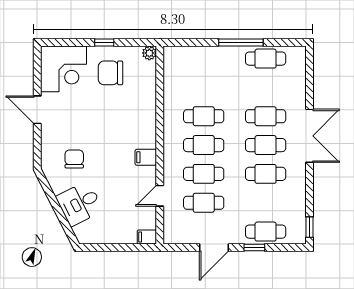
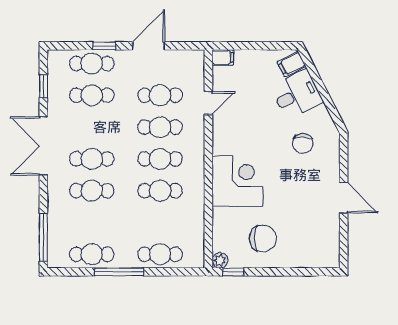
window: (104, 43) -> (233, 272), moved
cafe table: (204, 59) -> (160, 254), added
corner desk: (64, 69) -> (237, 181), moved, turned 90
window: (309, 74) -> (43, 238), added
double door: (309, 136) -> (43, 146), moved
filing cabinet: (146, 157) -> (291, 64), moved, turned 153
cafe table: (266, 174) -> (92, 95), moved
window: (309, 227) -> (43, 86), moved

